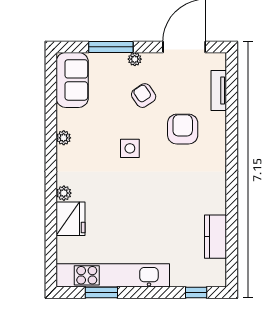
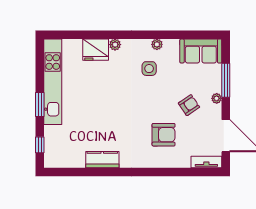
tv unit: (219, 91) -> (206, 162), moved
side table: (130, 148) -> (149, 69), moved
kitchen counter: (216, 237) -> (102, 160), moved
window: (101, 292) -> (40, 105), moved

